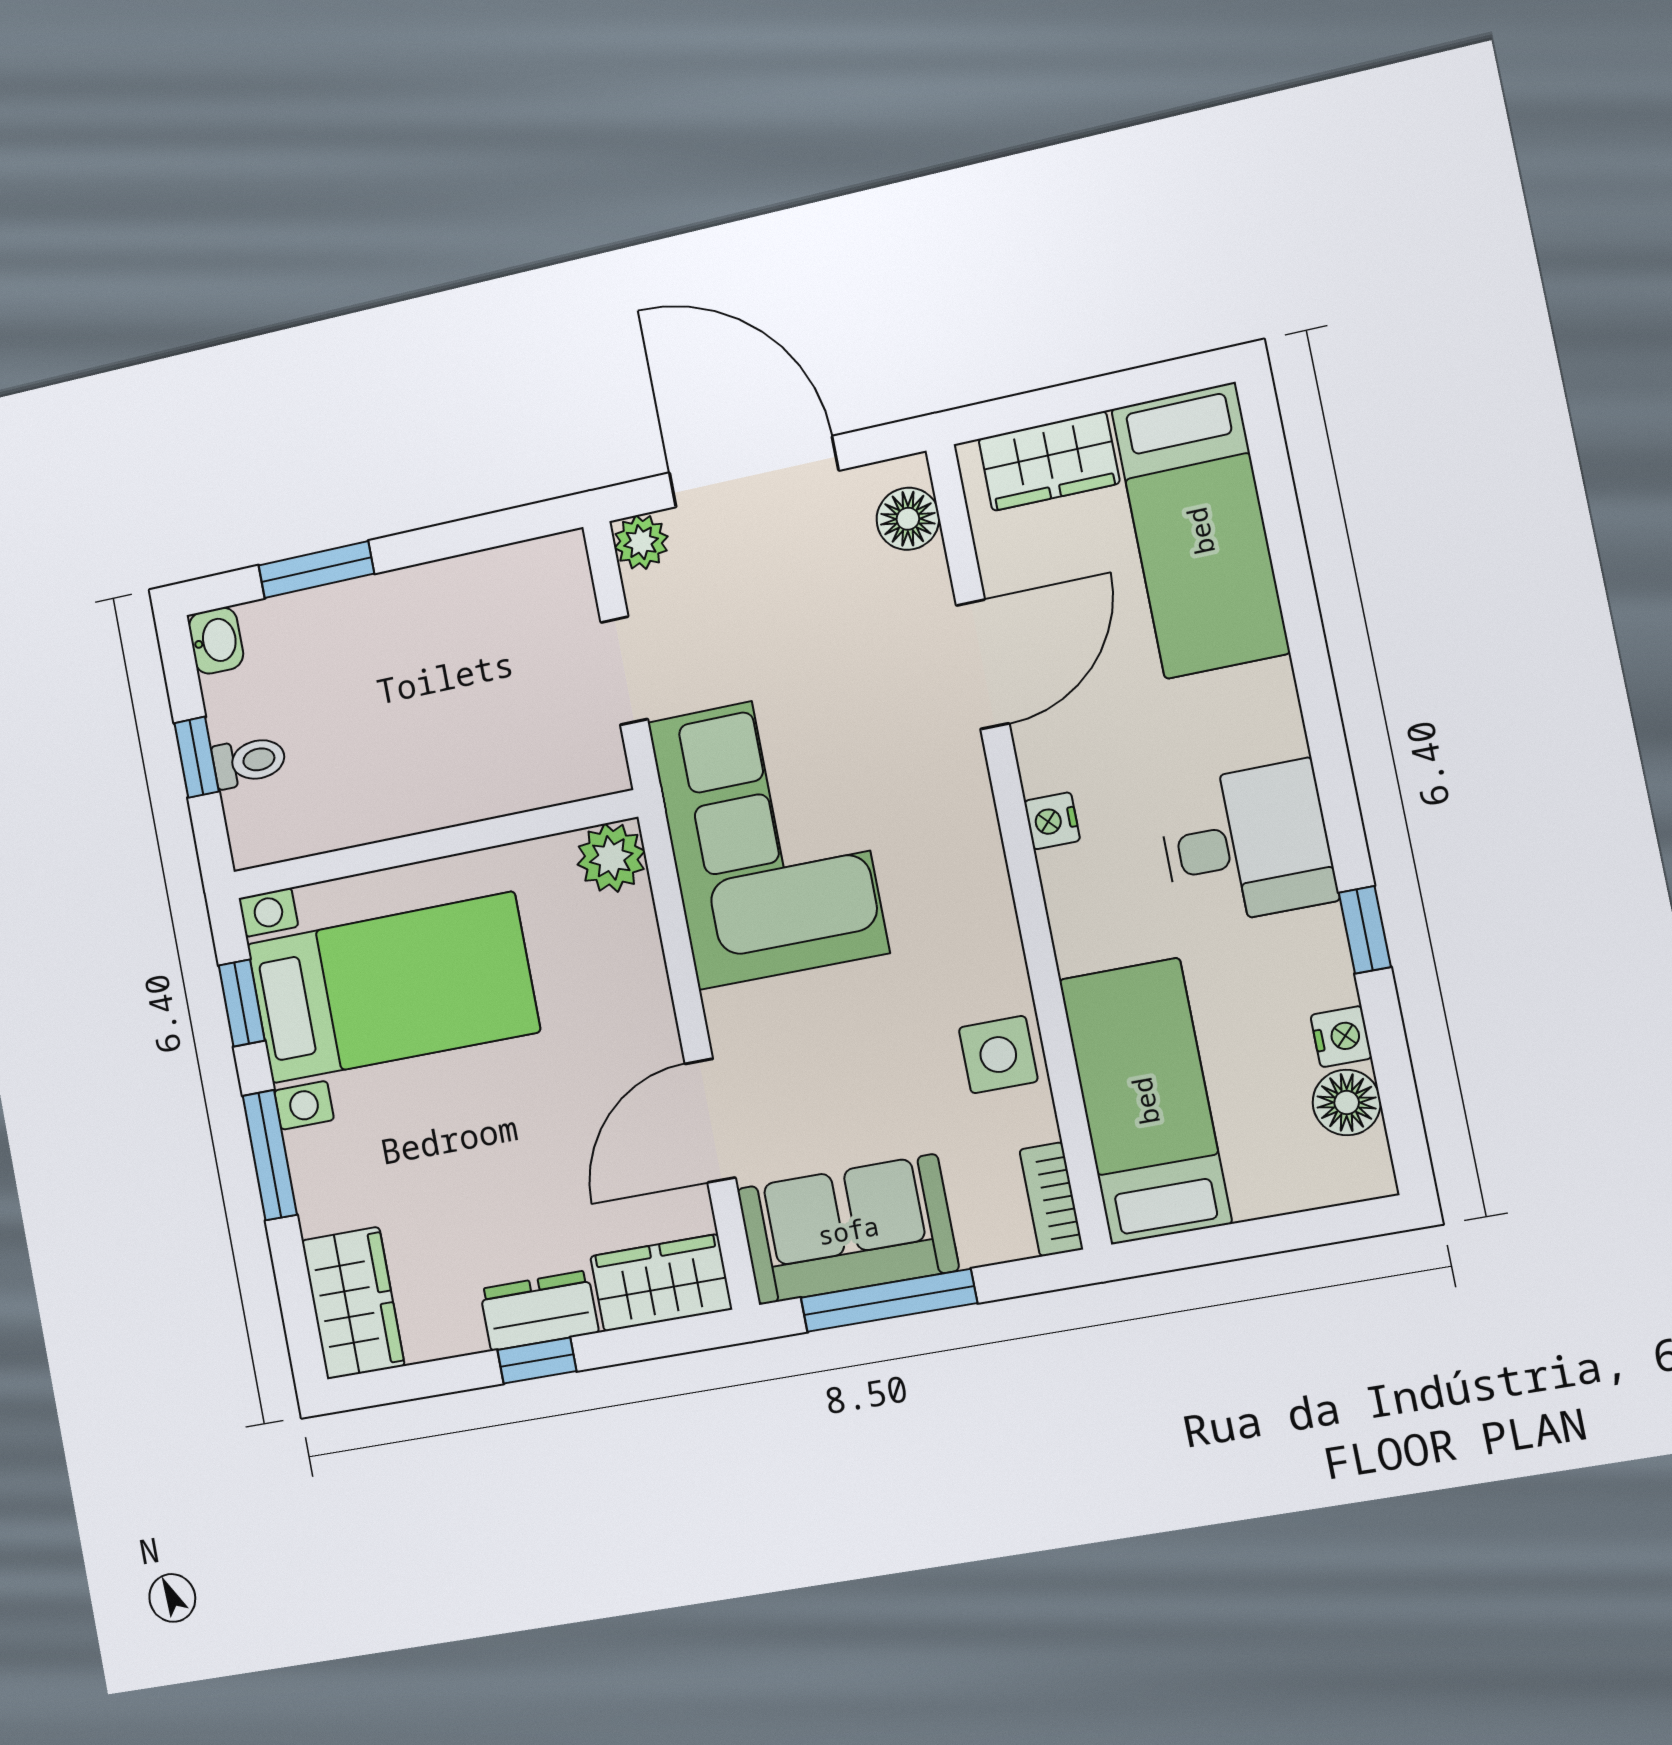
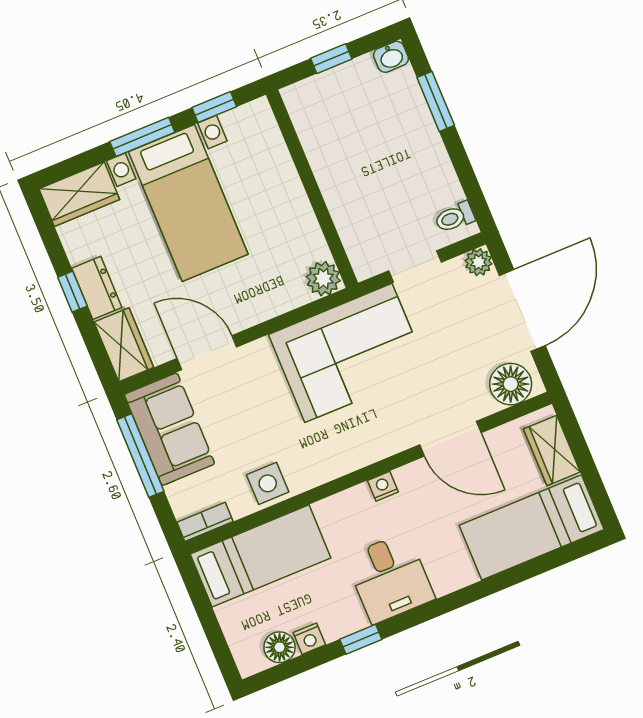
floor lamp: (908, 519) -> (511, 384), width x1.38, depth x1.38
toilet: (249, 761) -> (455, 217), moved, turned 90
bed with nightstands: (393, 988) -> (188, 203), moved

